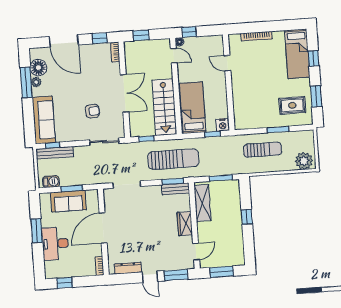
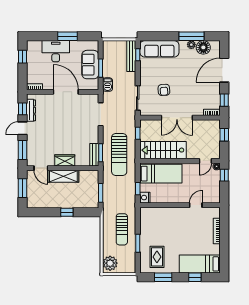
barbecue: (51, 182) -> (108, 85), moved
shelving: (203, 203) -> (63, 176), moved
window: (127, 278) -> (22, 109), added

